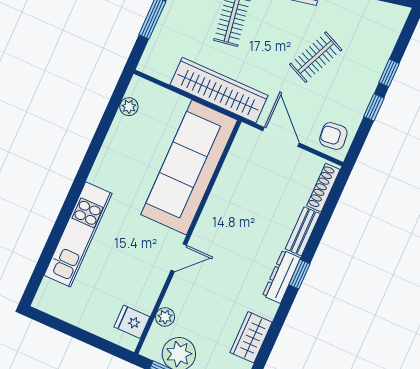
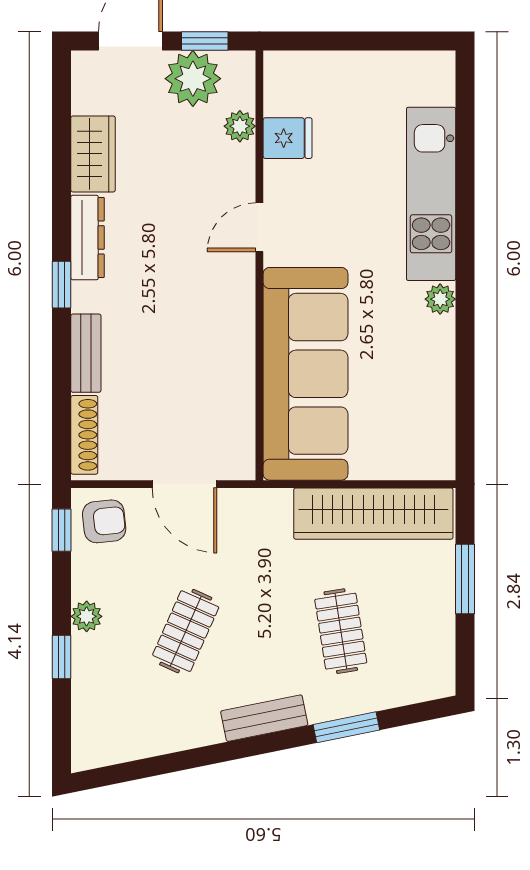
plant: (366, 89) -> (87, 616), added
wardrobe: (219, 90) -> (373, 514), moved
plant: (129, 107) -> (440, 299), moved
window: (374, 107) -> (62, 530), moved
dresser: (282, 277) -> (88, 237), moved
fridge: (132, 322) -> (288, 138), moved

